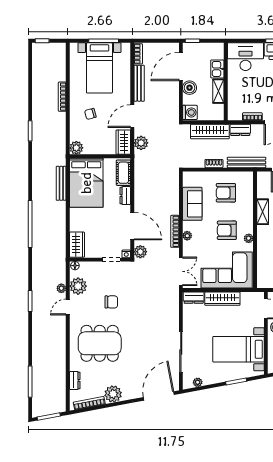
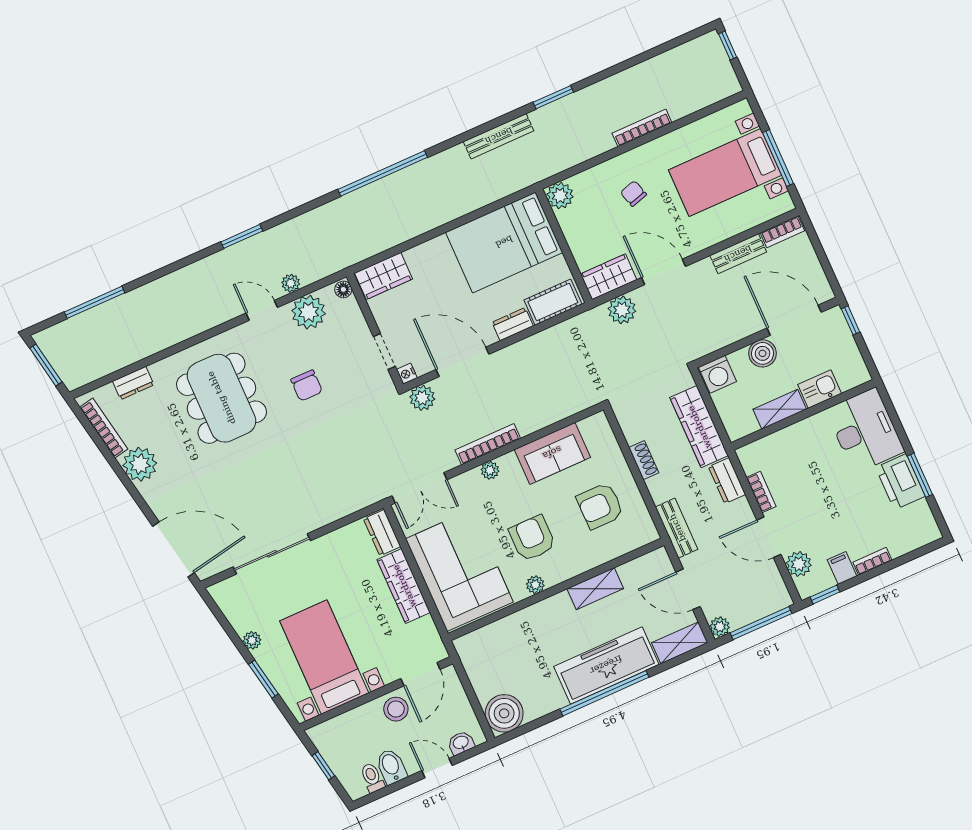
bench: (139, 83) -> (738, 254), width x0.73
bench: (246, 162) -> (677, 528), width x0.73
bench: (61, 183) -> (499, 136), moved
armchair: (226, 193) -> (600, 506), turned -90
door: (132, 226) -> (462, 362), swing flipped
plant: (198, 382) -> (252, 640), moved

